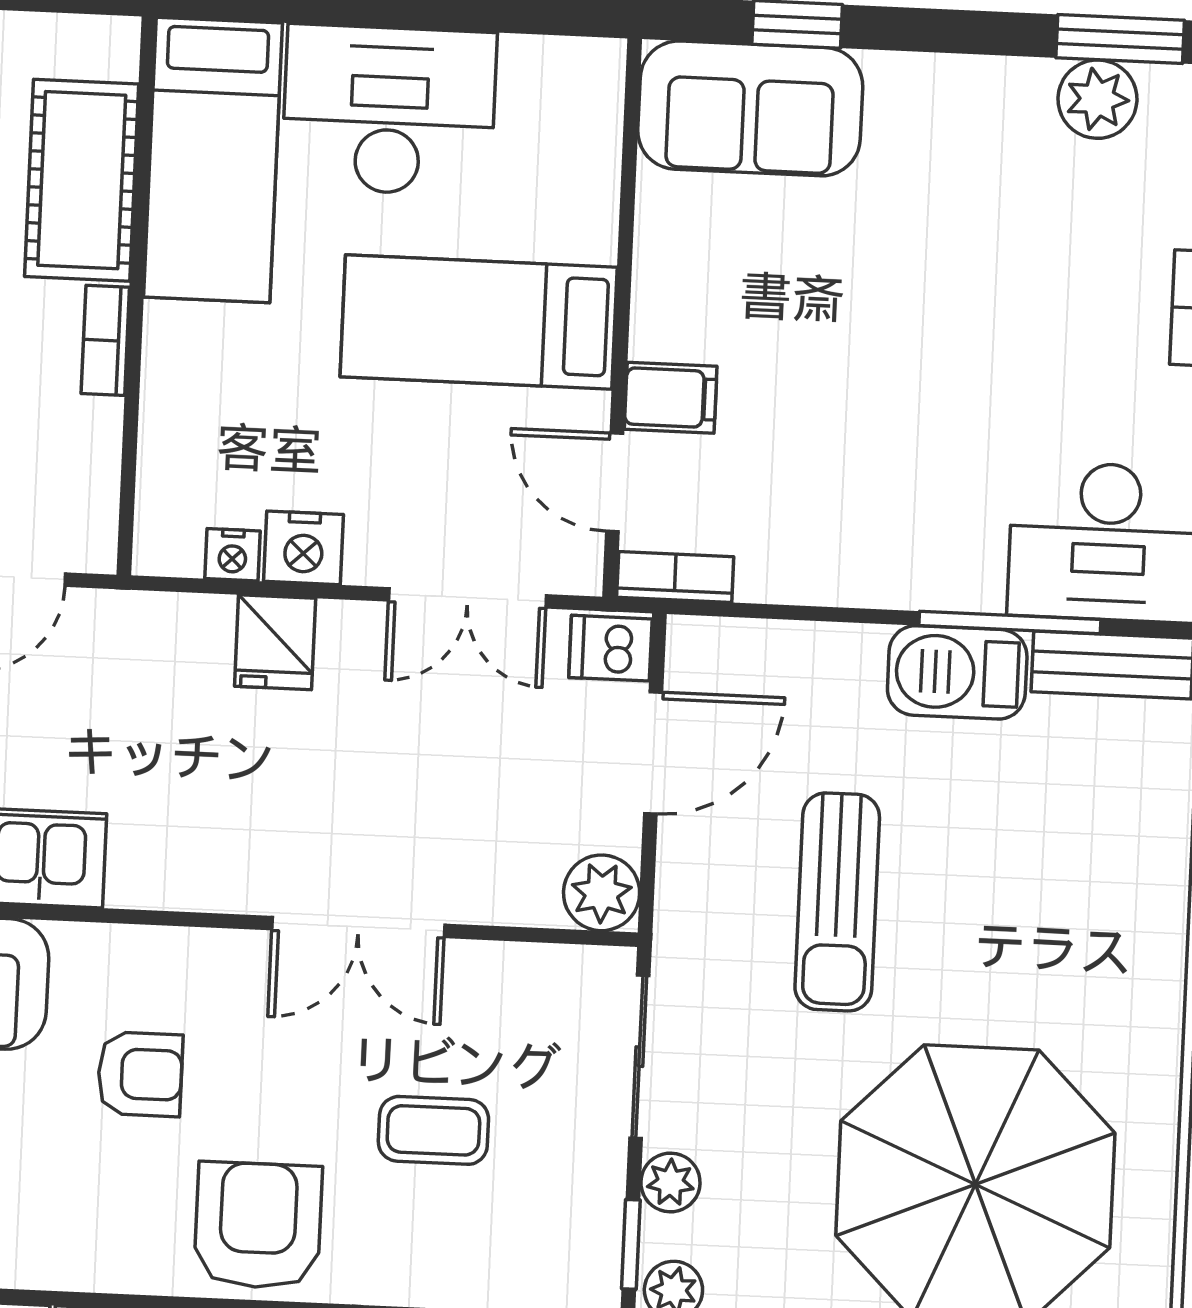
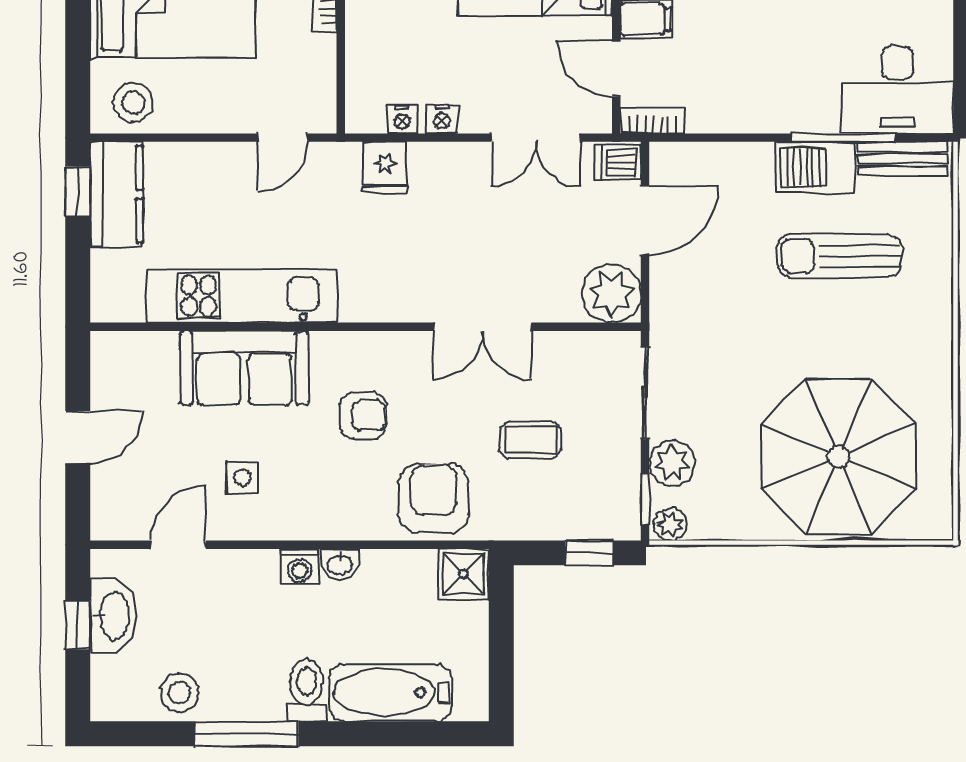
nightstand: (304, 548) -> (442, 119), width x0.72, depth x0.74
fridge: (275, 642) -> (385, 168), moved
plant: (602, 893) -> (612, 293), width x1.36, depth x1.36
sun lounger: (837, 902) -> (839, 256), moved, turned 90
plant: (670, 1183) -> (672, 463), width x1.38, depth x1.38

